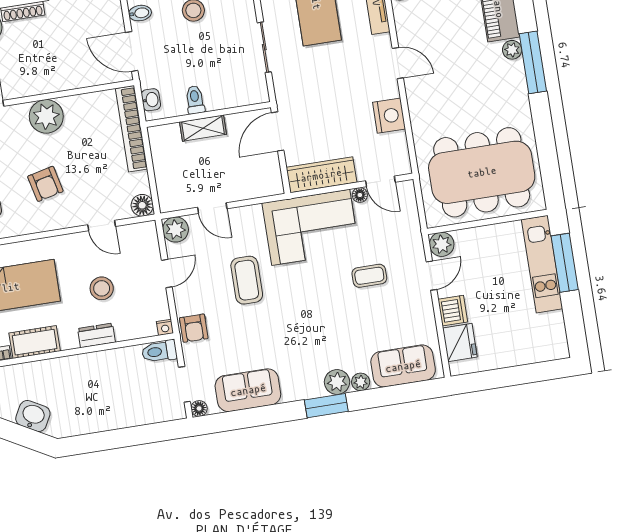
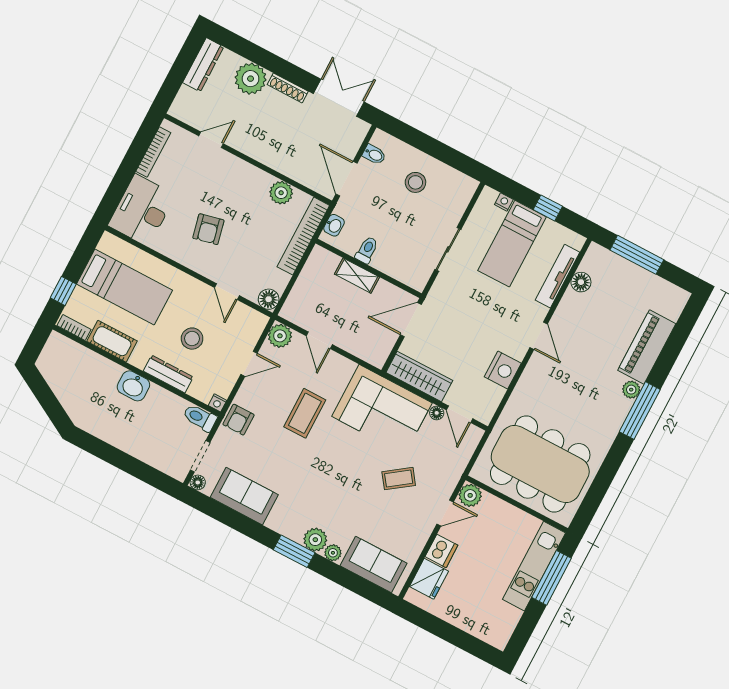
plant: (46, 116) -> (281, 193), moved, width x0.73, depth x0.73
coffee table: (369, 276) -> (399, 479), turned -36
dresser: (96, 335) -> (168, 374), width x1.44
washbasin: (33, 416) -> (133, 386), moved, turned 151

